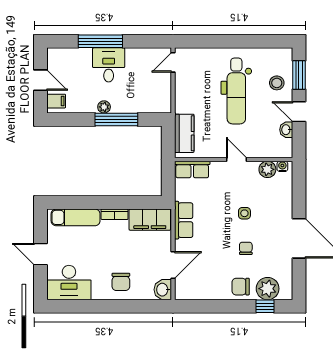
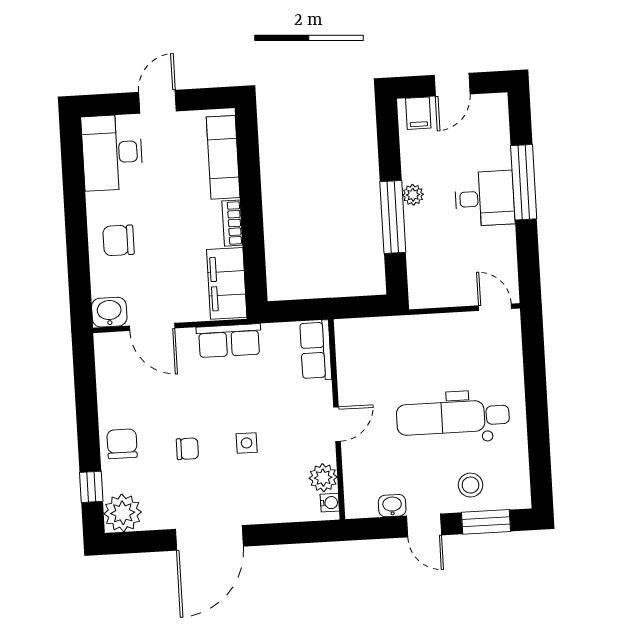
door: (299, 112) -> (424, 525), swing flipped
kitchen counter: (184, 133) -> (376, 333), removed
plant: (268, 289) -> (123, 513), moved

